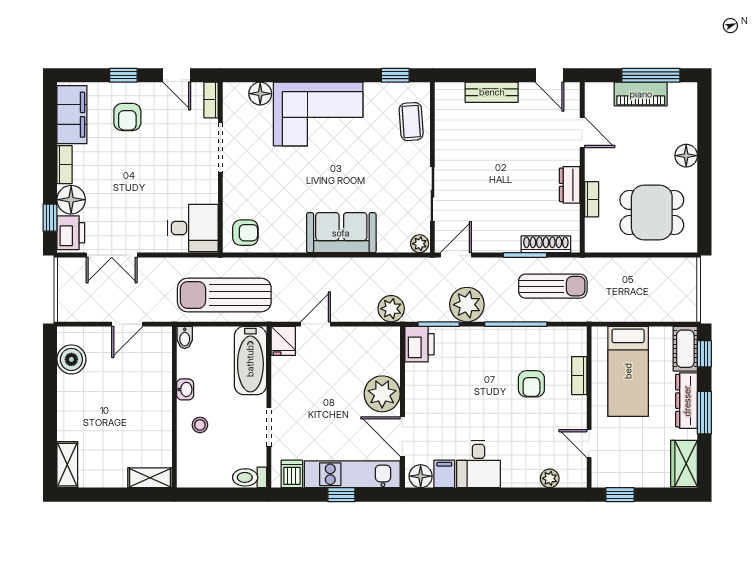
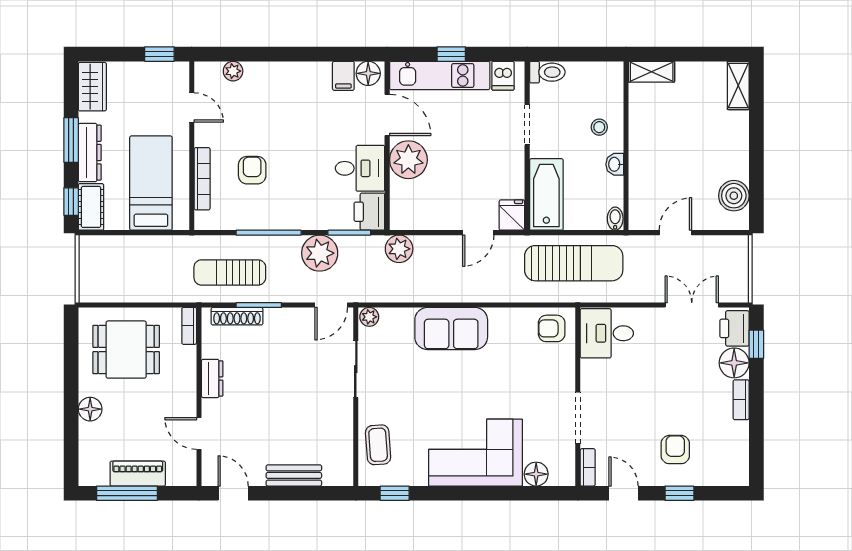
filing cabinet: (72, 115) -> (733, 452), removed
bookcase: (592, 199) -> (189, 326), moved
bookcase: (579, 376) -> (202, 179), width x1.56
desk: (478, 464) -> (360, 168), moved, turned 90

